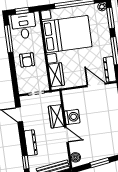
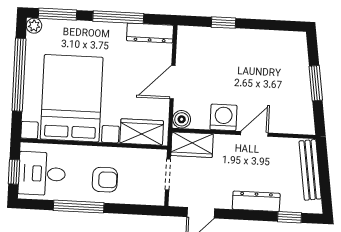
window: (9, 39) -> (79, 207), moved
door: (96, 85) -> (173, 82), moved
wardrobe: (56, 116) -> (192, 145), moved
boiler: (75, 157) -> (182, 119), moved

